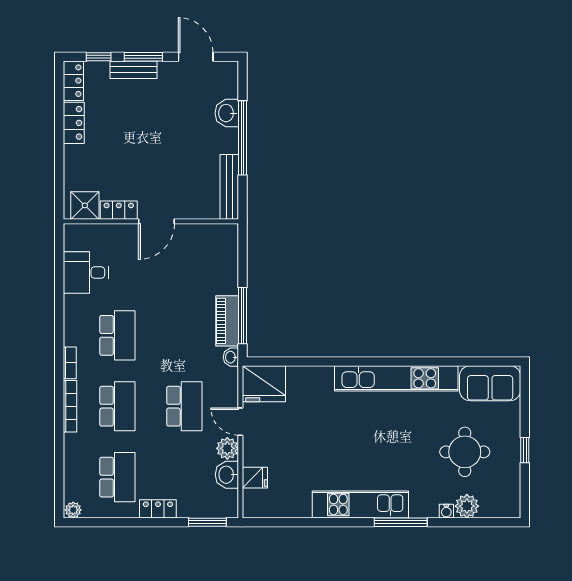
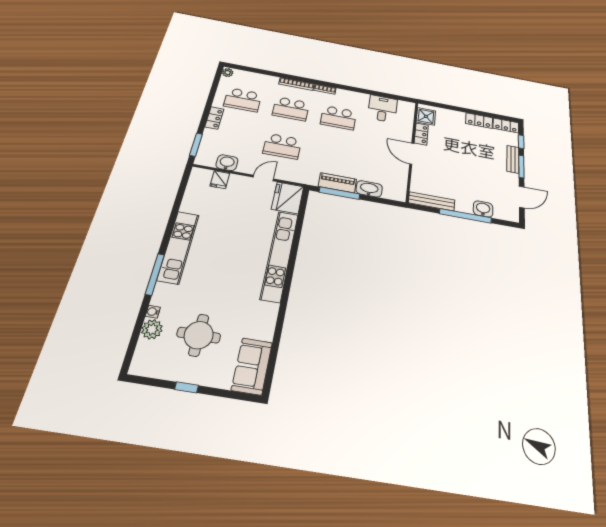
washbasin: (231, 357) -> (369, 189), moved, width x1.91, depth x1.45
kitchen unit: (396, 378) -> (280, 256), moved
plant: (227, 448) -> (246, 166), removed

